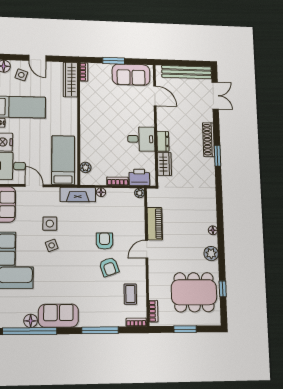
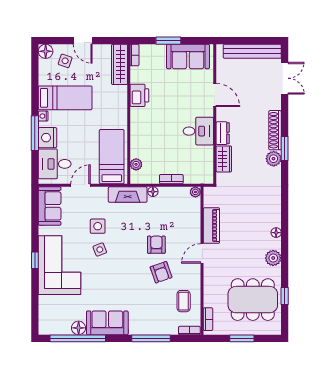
door: (155, 96) -> (215, 95), moved
plant: (208, 164) -> (274, 159), added
printer: (139, 177) -> (139, 95), moved, turned 90
door: (34, 186) -> (81, 185), hinge flipped

